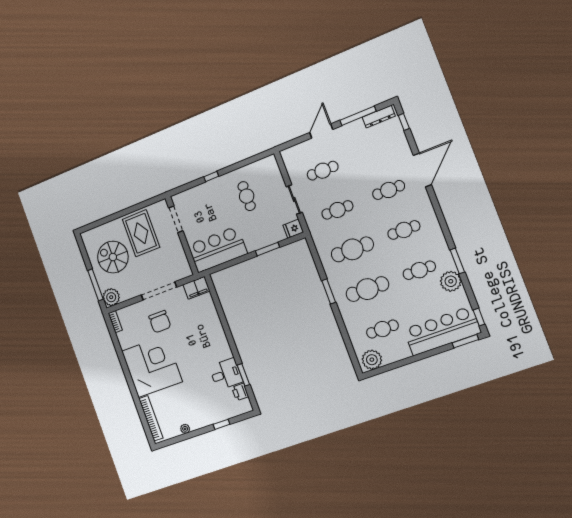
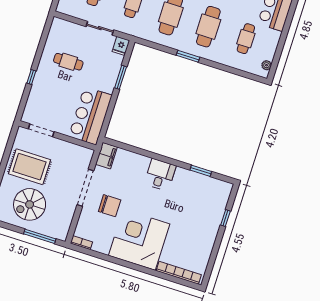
plant: (111, 297) -> (60, 231), removed
plant: (372, 360) -> (266, 65), width x0.53, depth x0.53
desk: (226, 374) -> (160, 175), moved
printer: (240, 392) -> (212, 184), removed
plant: (185, 429) -> (208, 251), removed

